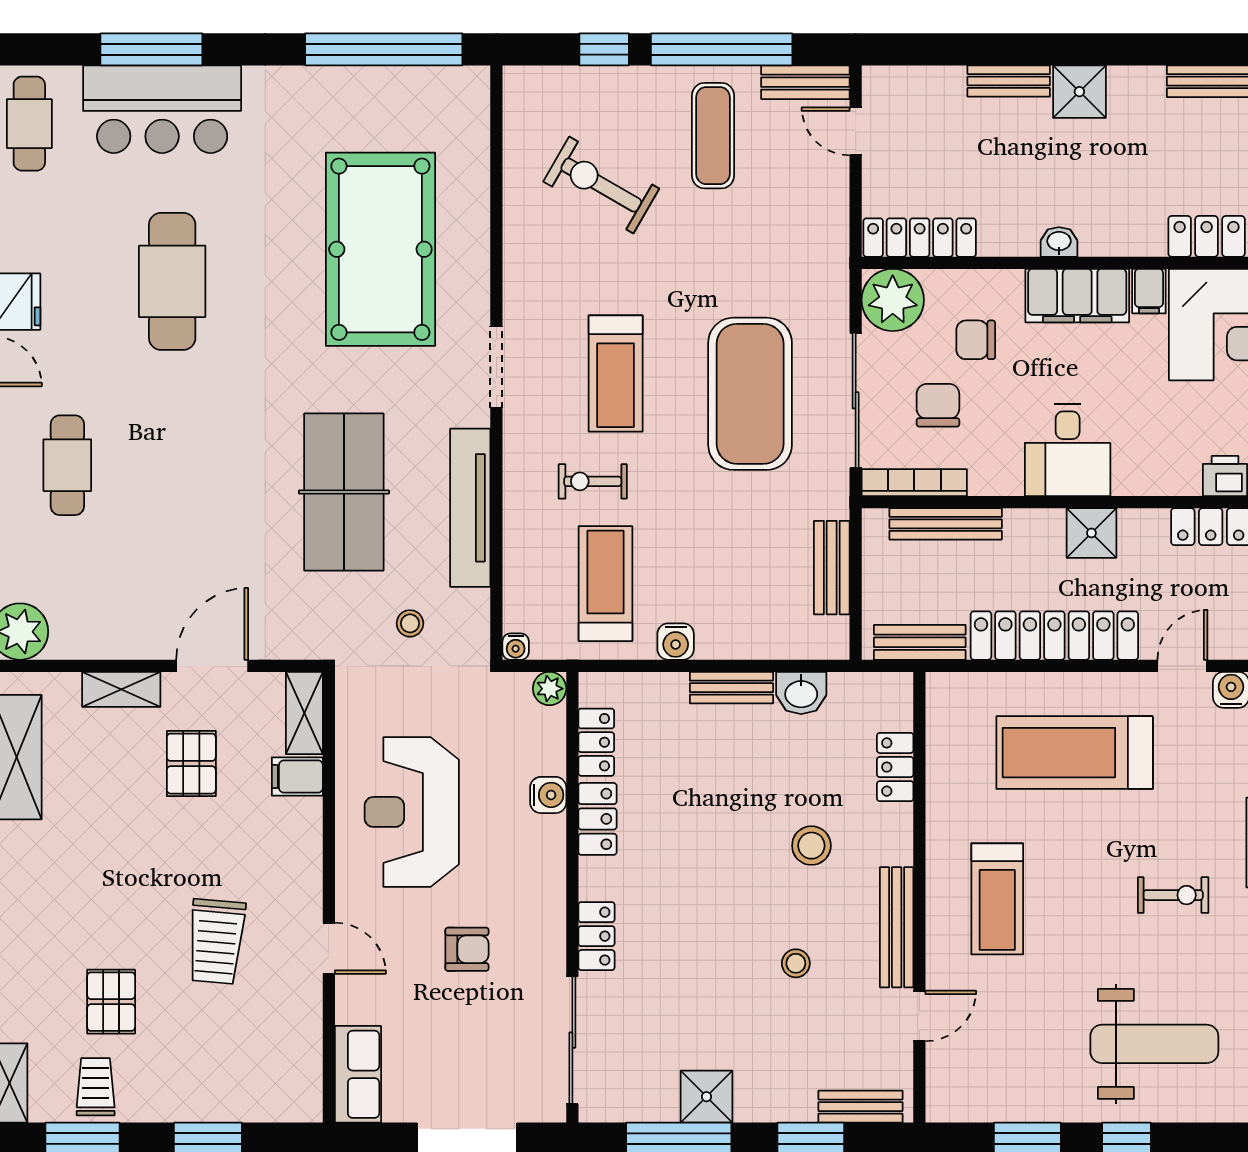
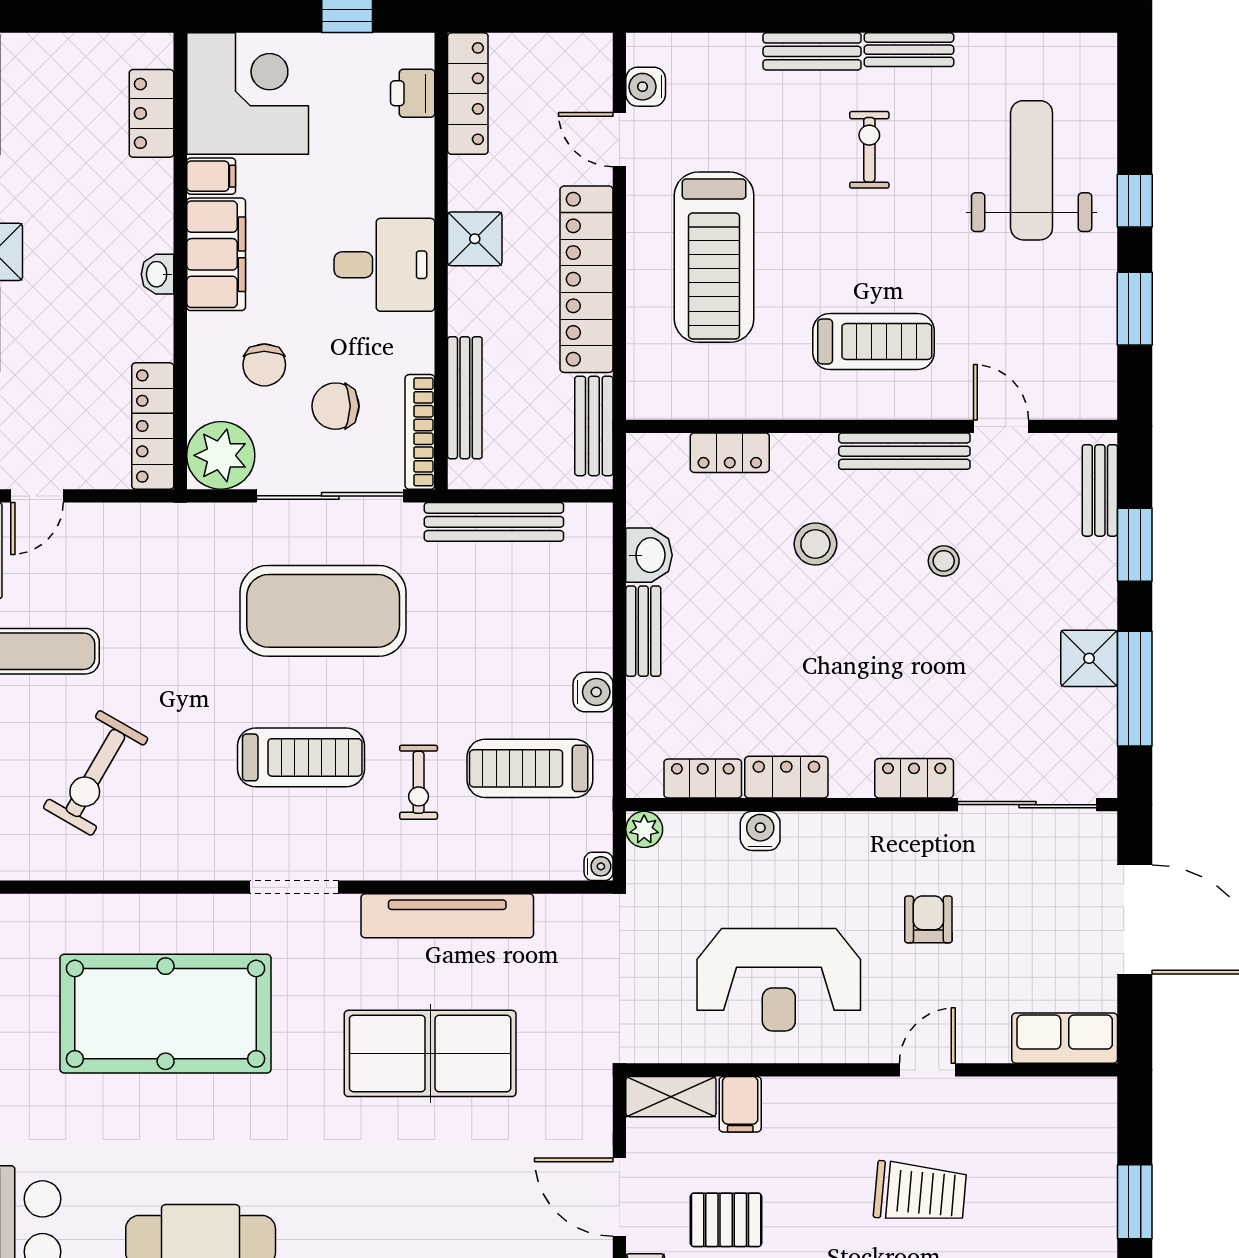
bench: (832, 568) -> (494, 522), width x1.36
stool: (410, 623) -> (573, 982), removed

